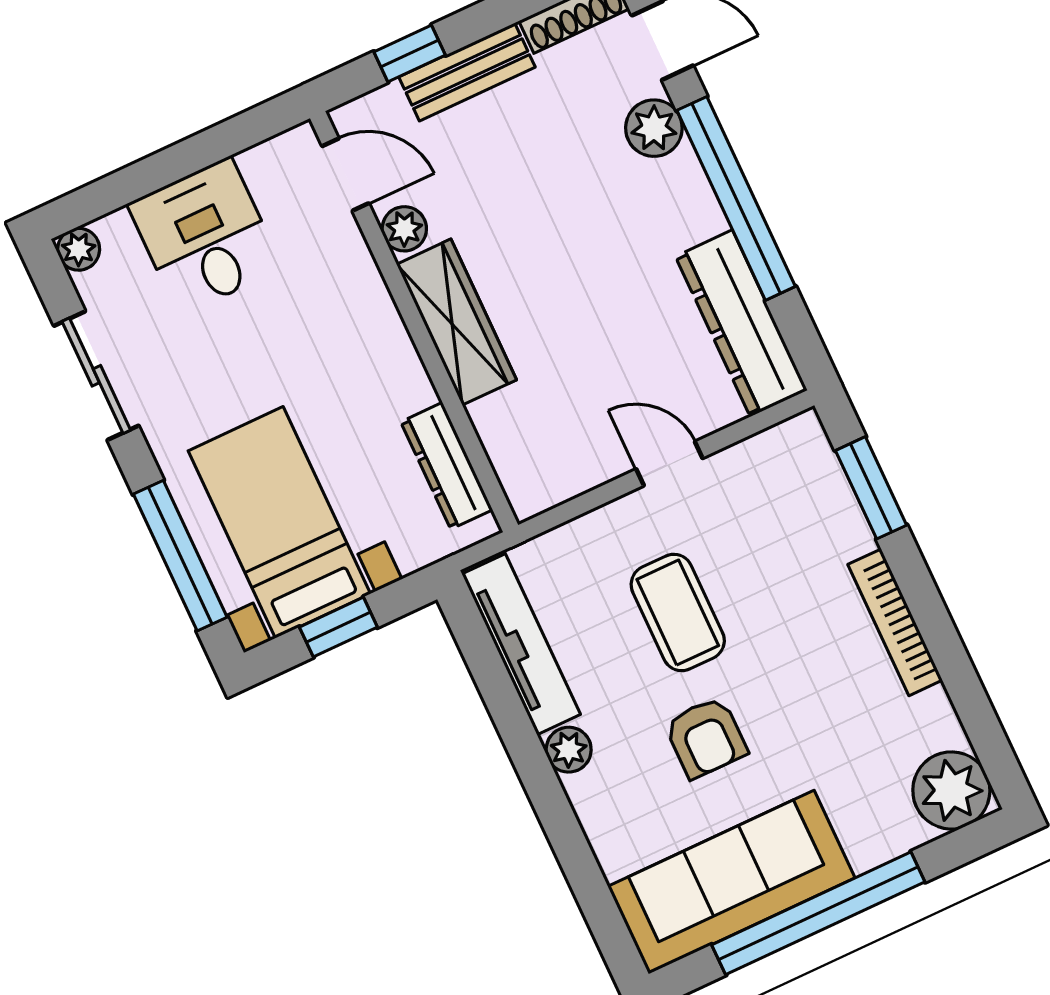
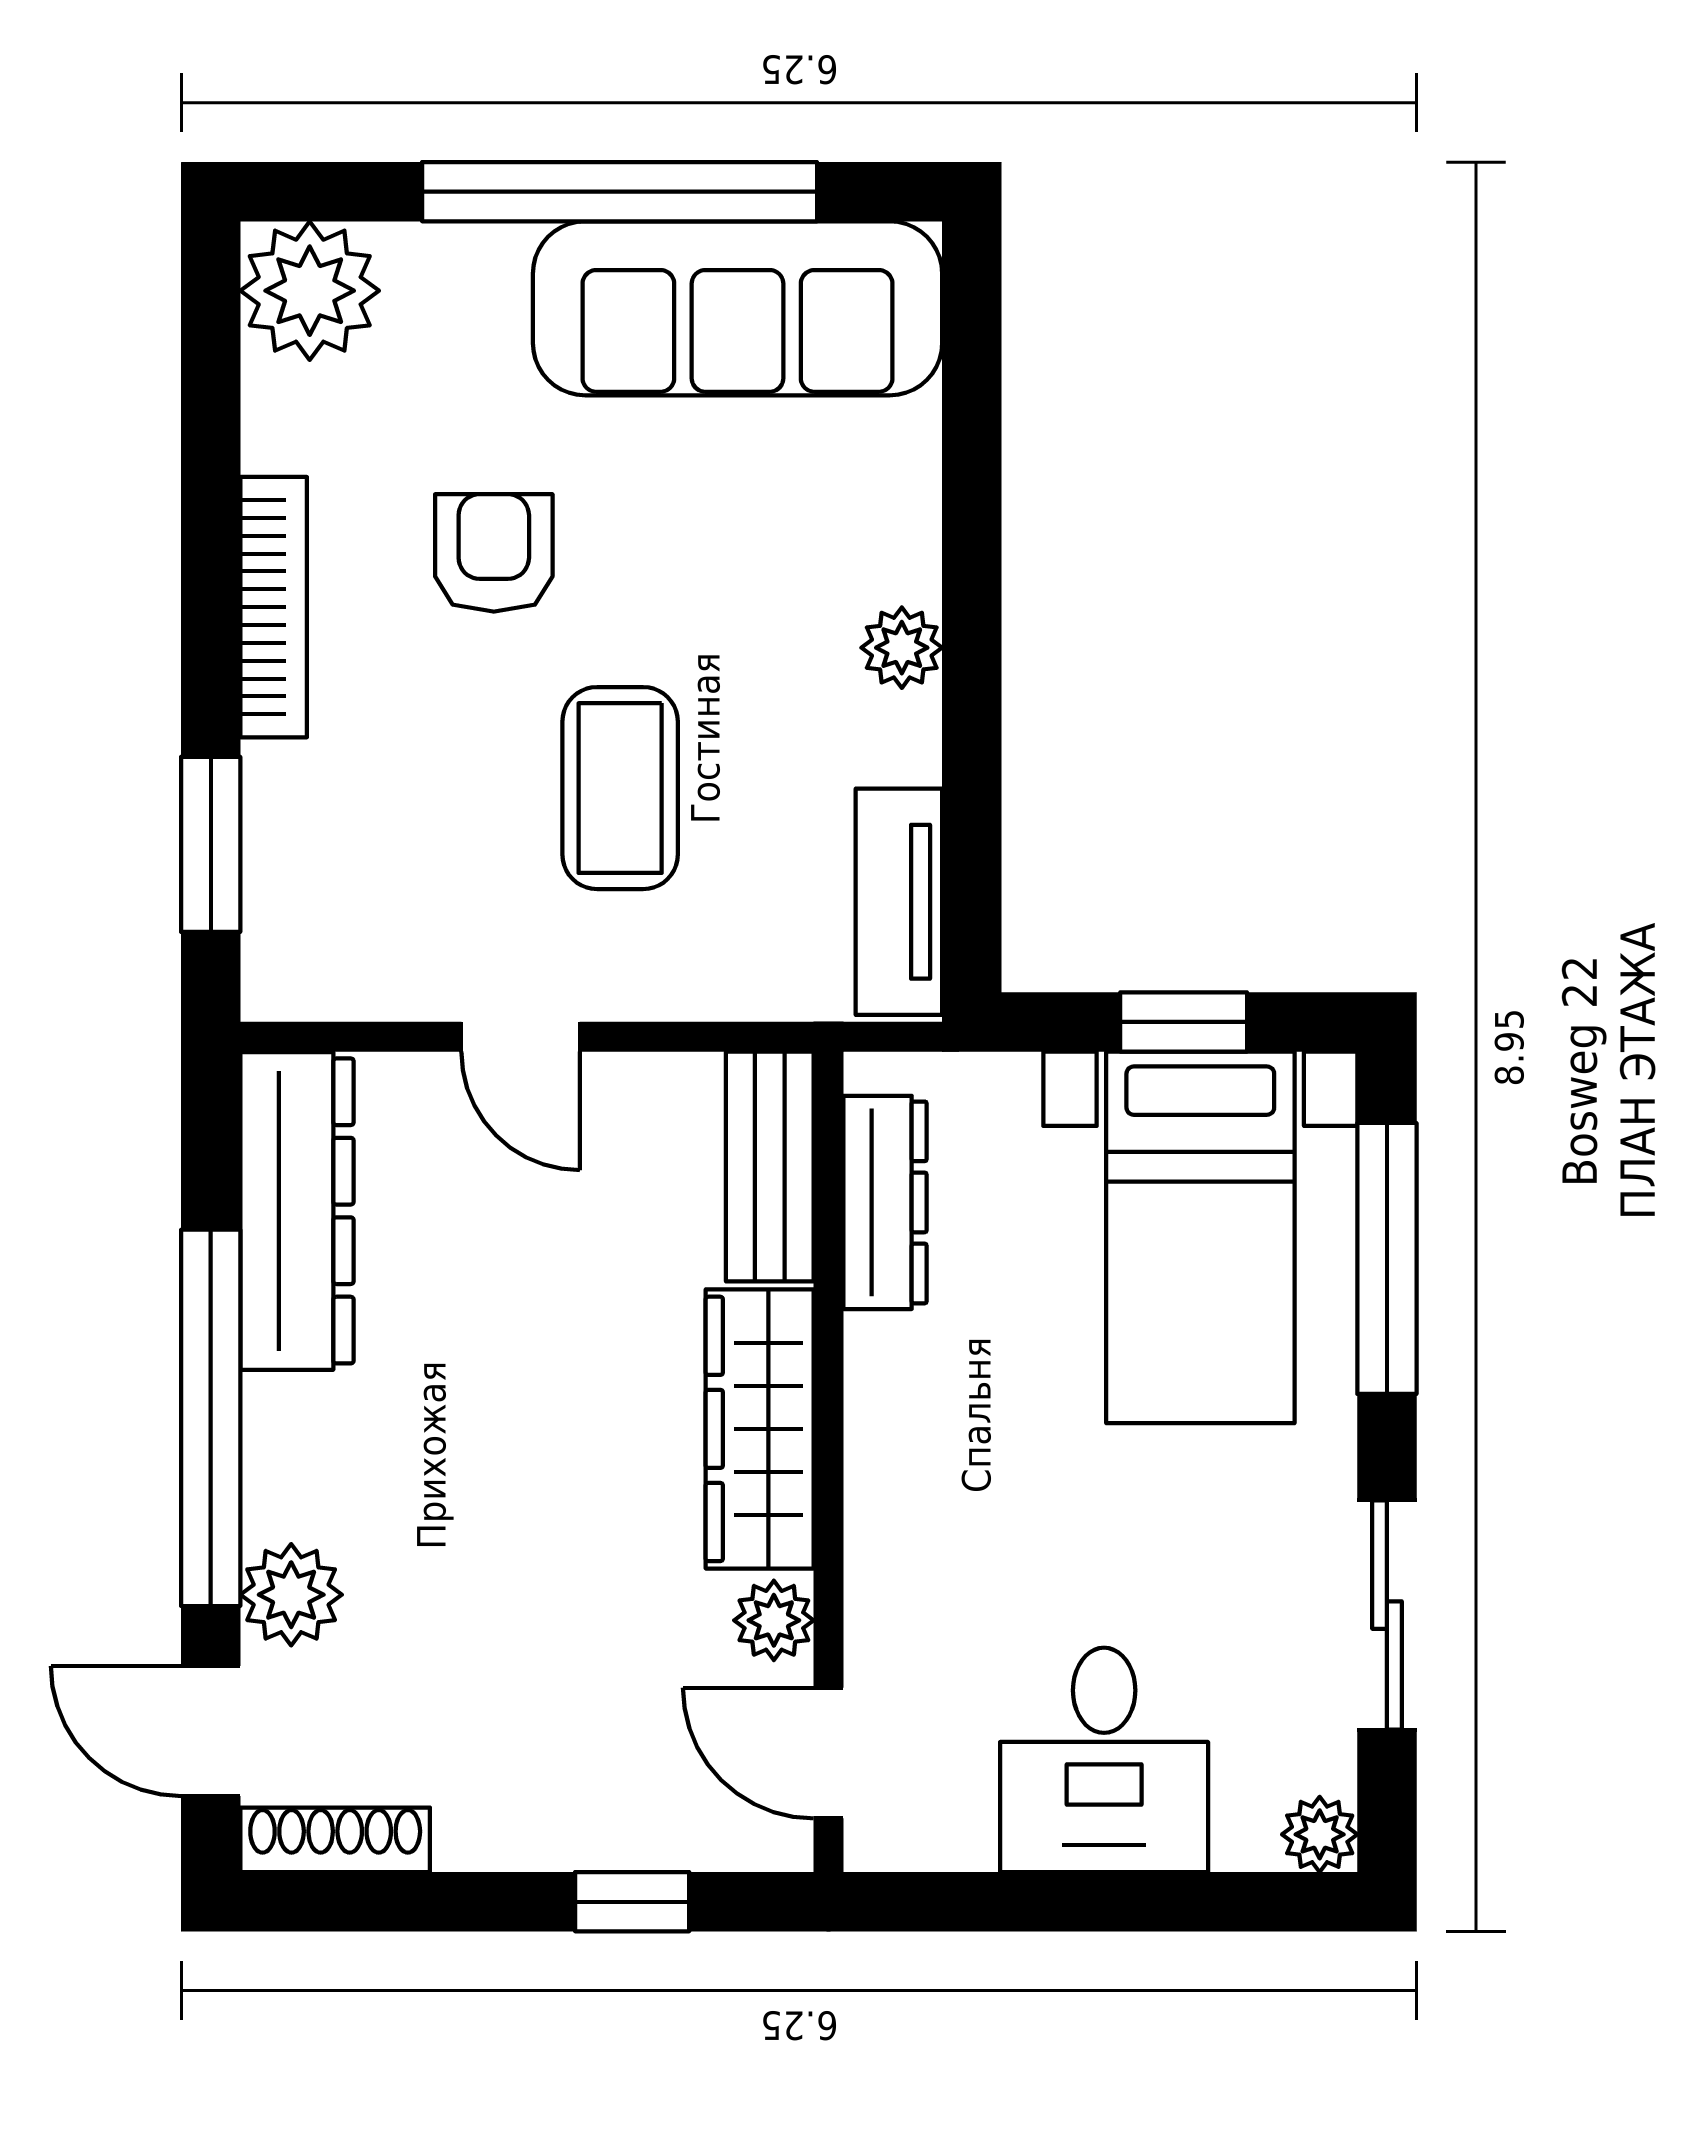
bench: (467, 72) -> (770, 1167), moved, turned 90
tv unit: (521, 644) -> (899, 902), width x0.71
armchair: (706, 738) -> (494, 553), moved

